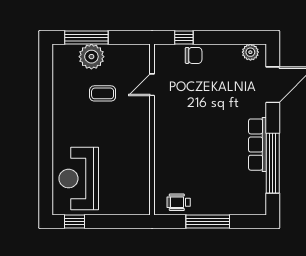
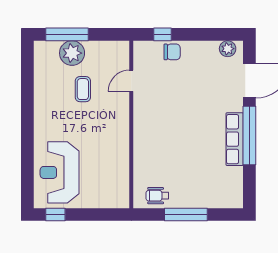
coffee table: (103, 93) -> (83, 89), turned 90
window: (273, 163) -> (249, 136), moved

